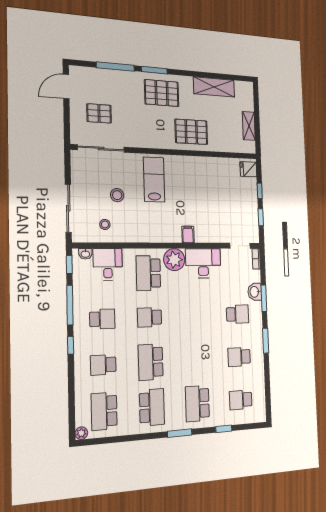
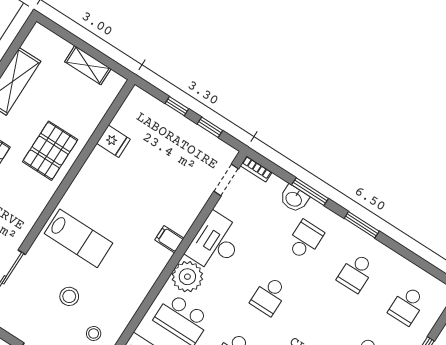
fridge: (248, 169) -> (113, 141), moved, turned -90
lab bench: (154, 180) -> (79, 238), turned 180
school desk: (195, 316) -> (269, 296), added

